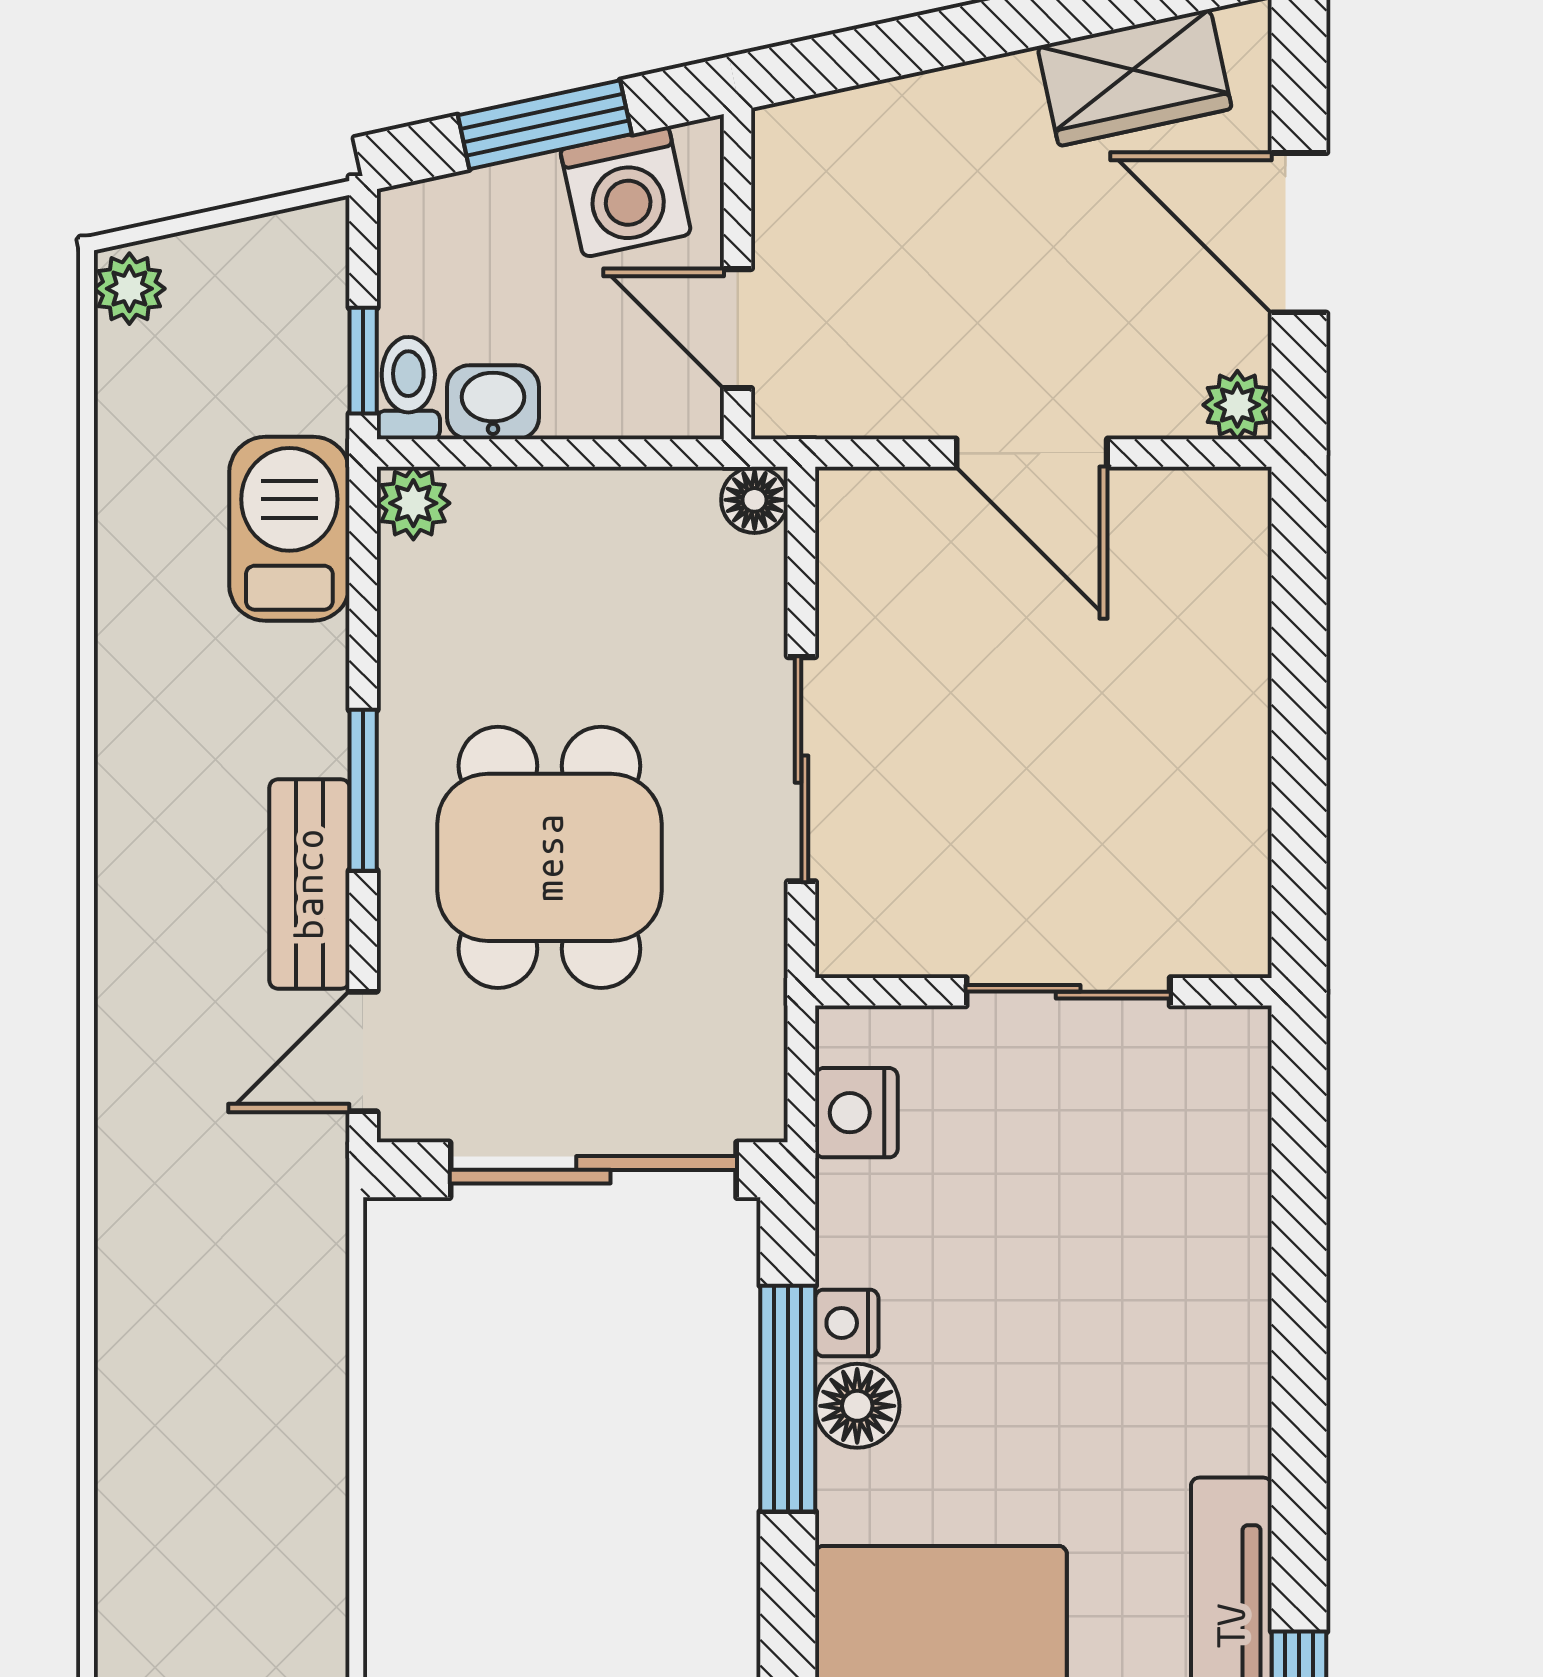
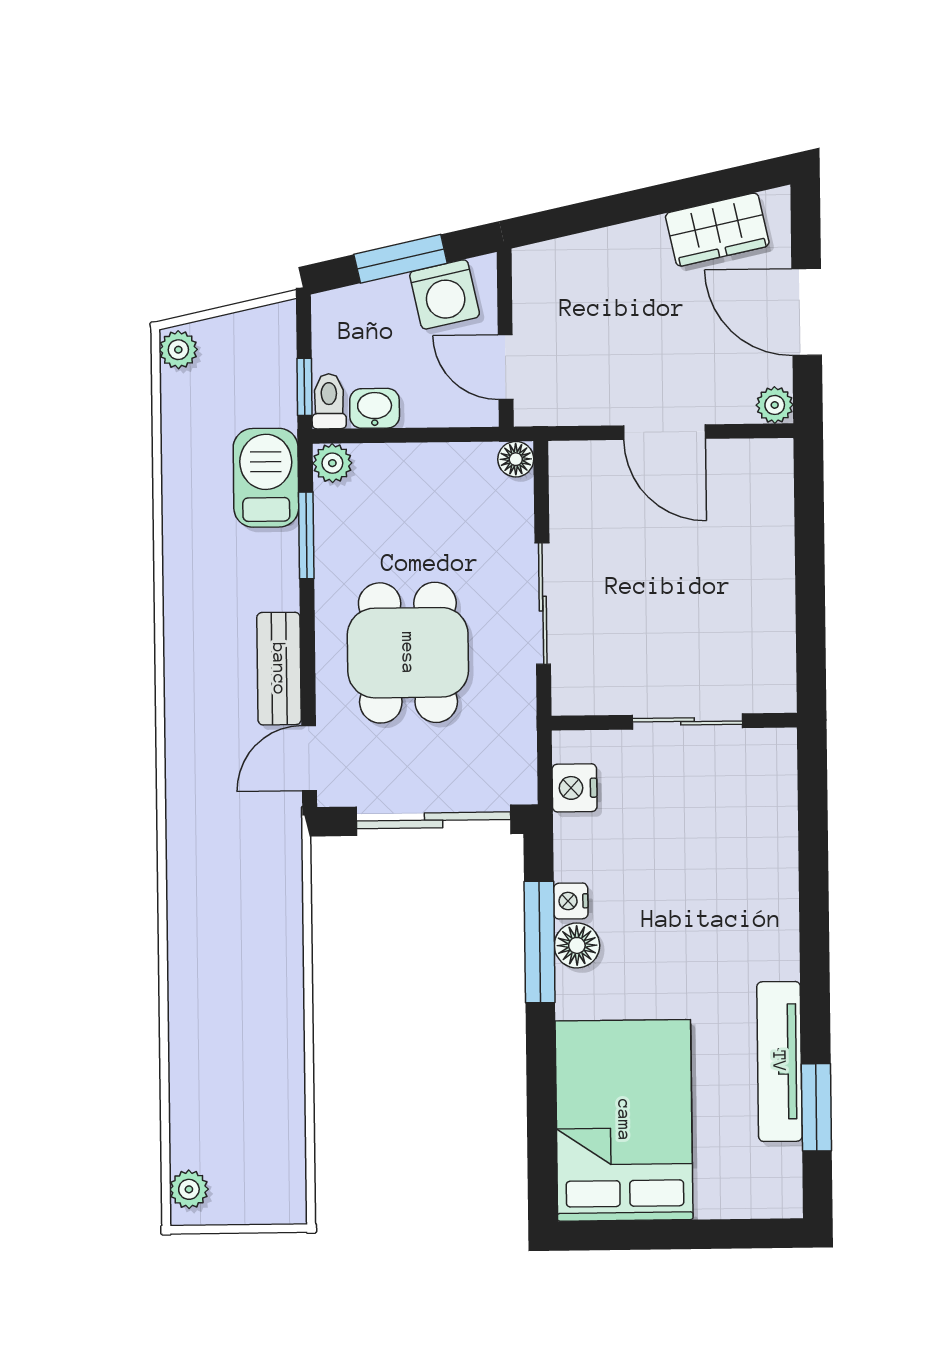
window: (363, 790) -> (306, 535), moved

